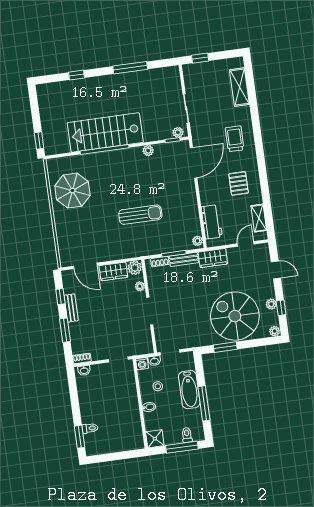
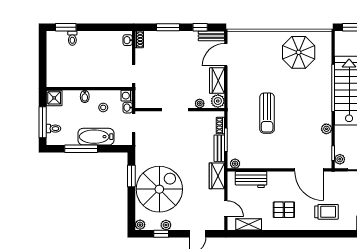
bench: (71, 308) -> (211, 36), moved

